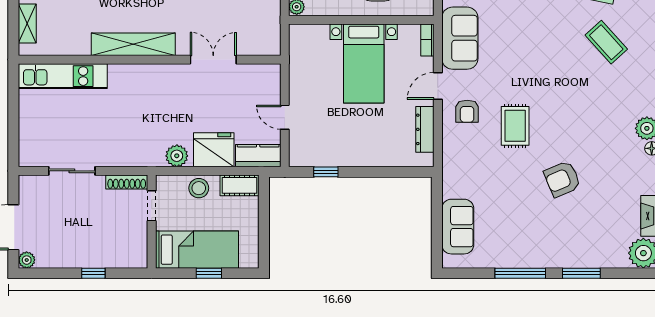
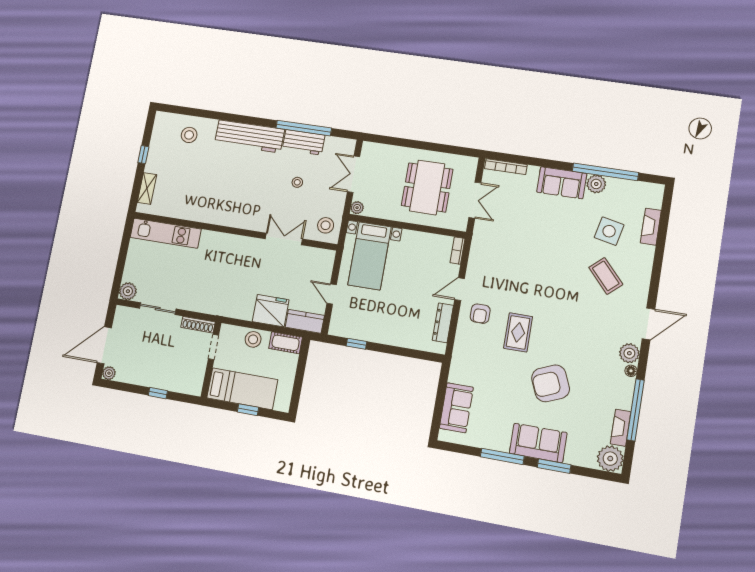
stool: (262, 35) -> (326, 225), added
sofa: (460, 38) -> (538, 443), moved, turned -90
shelving: (133, 44) -> (224, 217), removed
bed with nightstands: (364, 63) -> (370, 256), moved
plant: (177, 156) -> (128, 291), moved
armchair: (562, 179) -> (550, 383), width x1.36, depth x1.36

